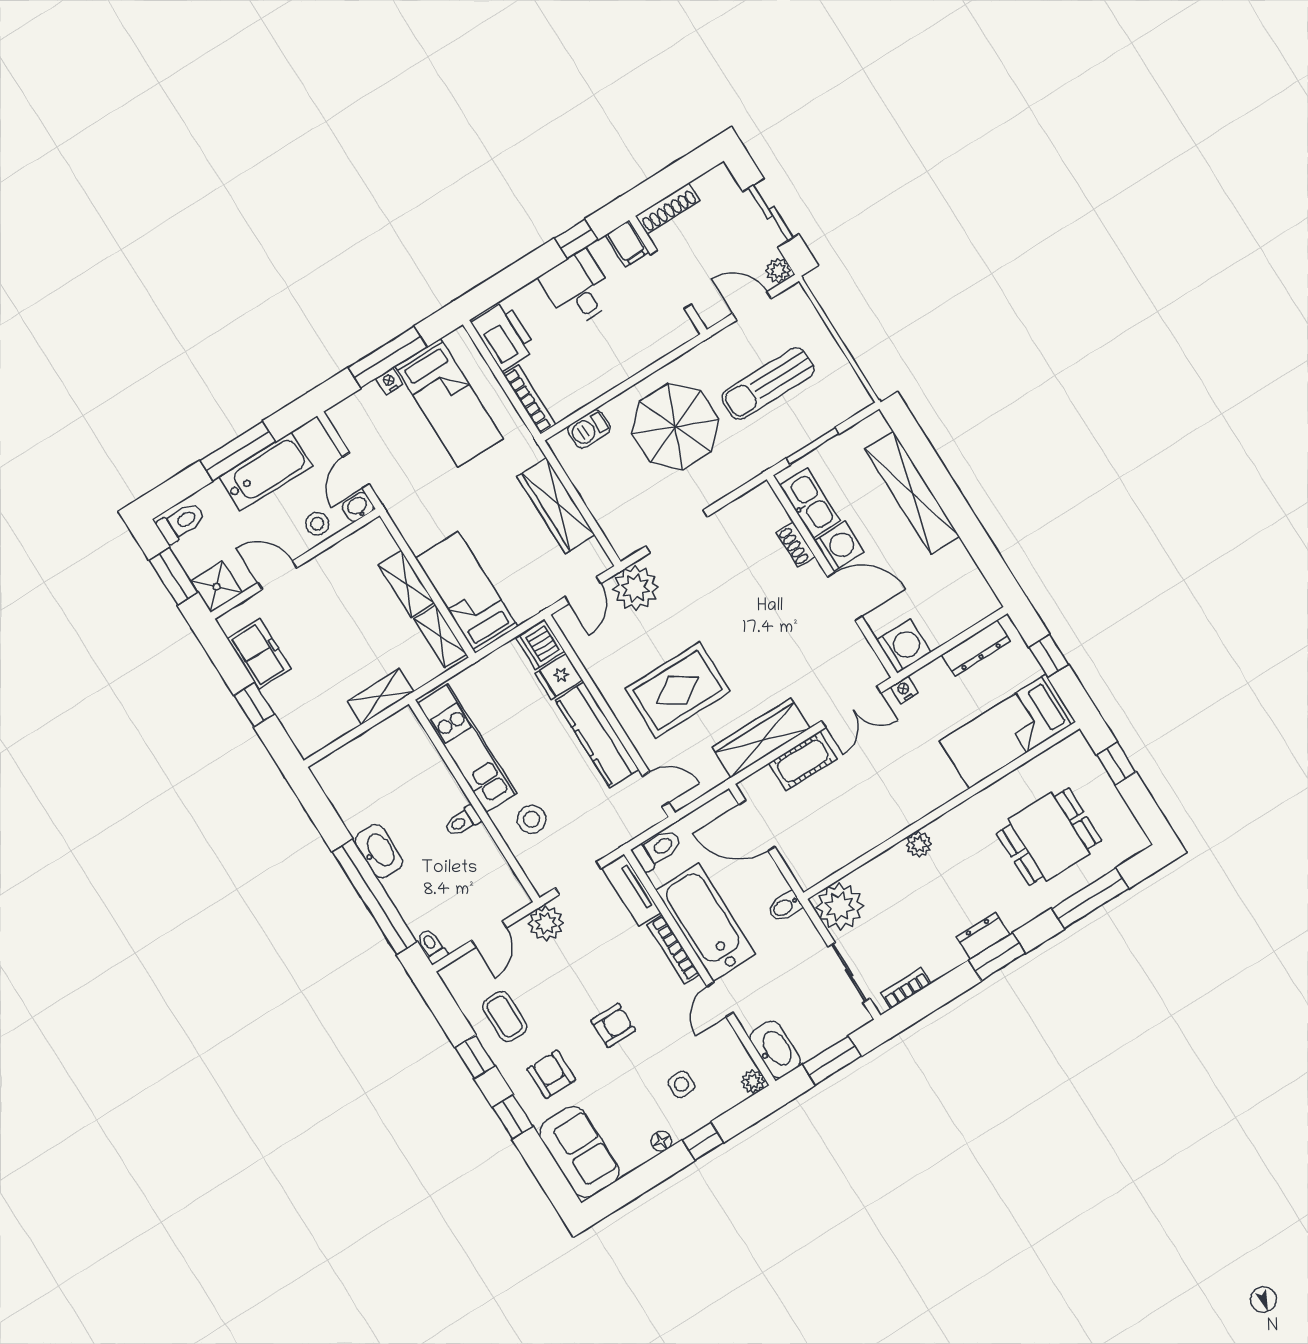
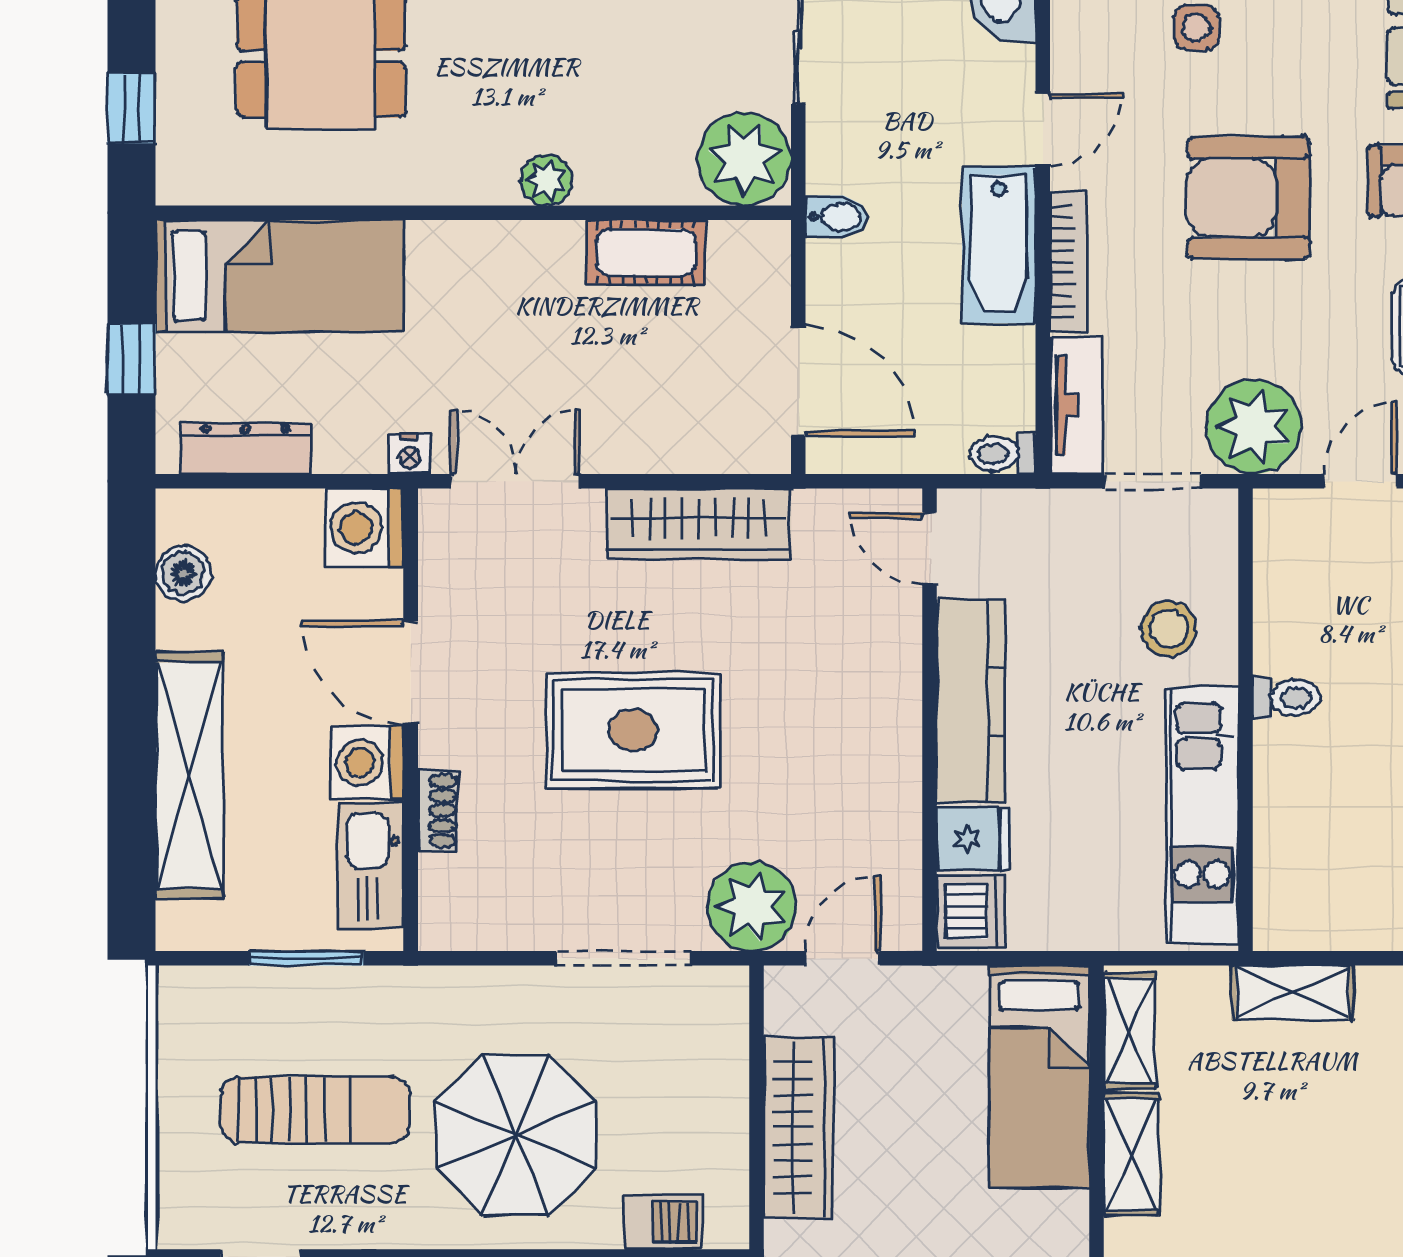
boiler: (969, 578) -> (183, 573), added
rug: (678, 690) -> (633, 730), moved
cot: (803, 761) -> (646, 252), moved
toilet: (657, 849) -> (1002, 454), width x0.73, depth x0.72
bathtub: (706, 922) -> (999, 245), width x0.73, depth x0.73
plant: (546, 923) -> (1254, 427), width x1.36, depth x1.36
armchair: (613, 1025) -> (1249, 198), width x1.88, depth x1.88

